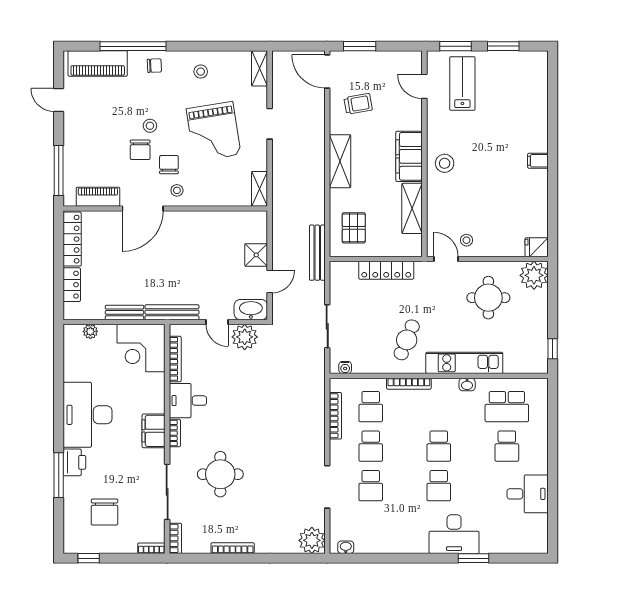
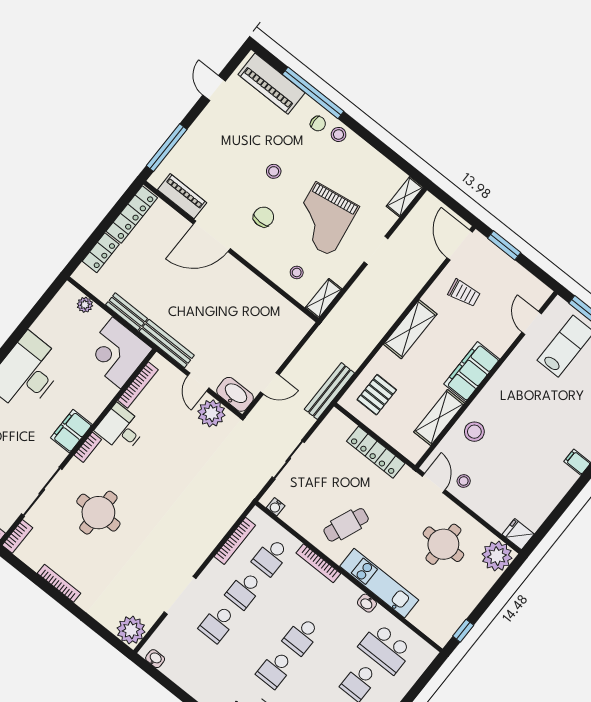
stool: (201, 72) -> (339, 134), moved
chair: (140, 150) -> (249, 185), removed
stool: (445, 163) -> (474, 432), moved
stool: (177, 190) -> (297, 272), moved
shower: (256, 255) -> (276, 352), removed

